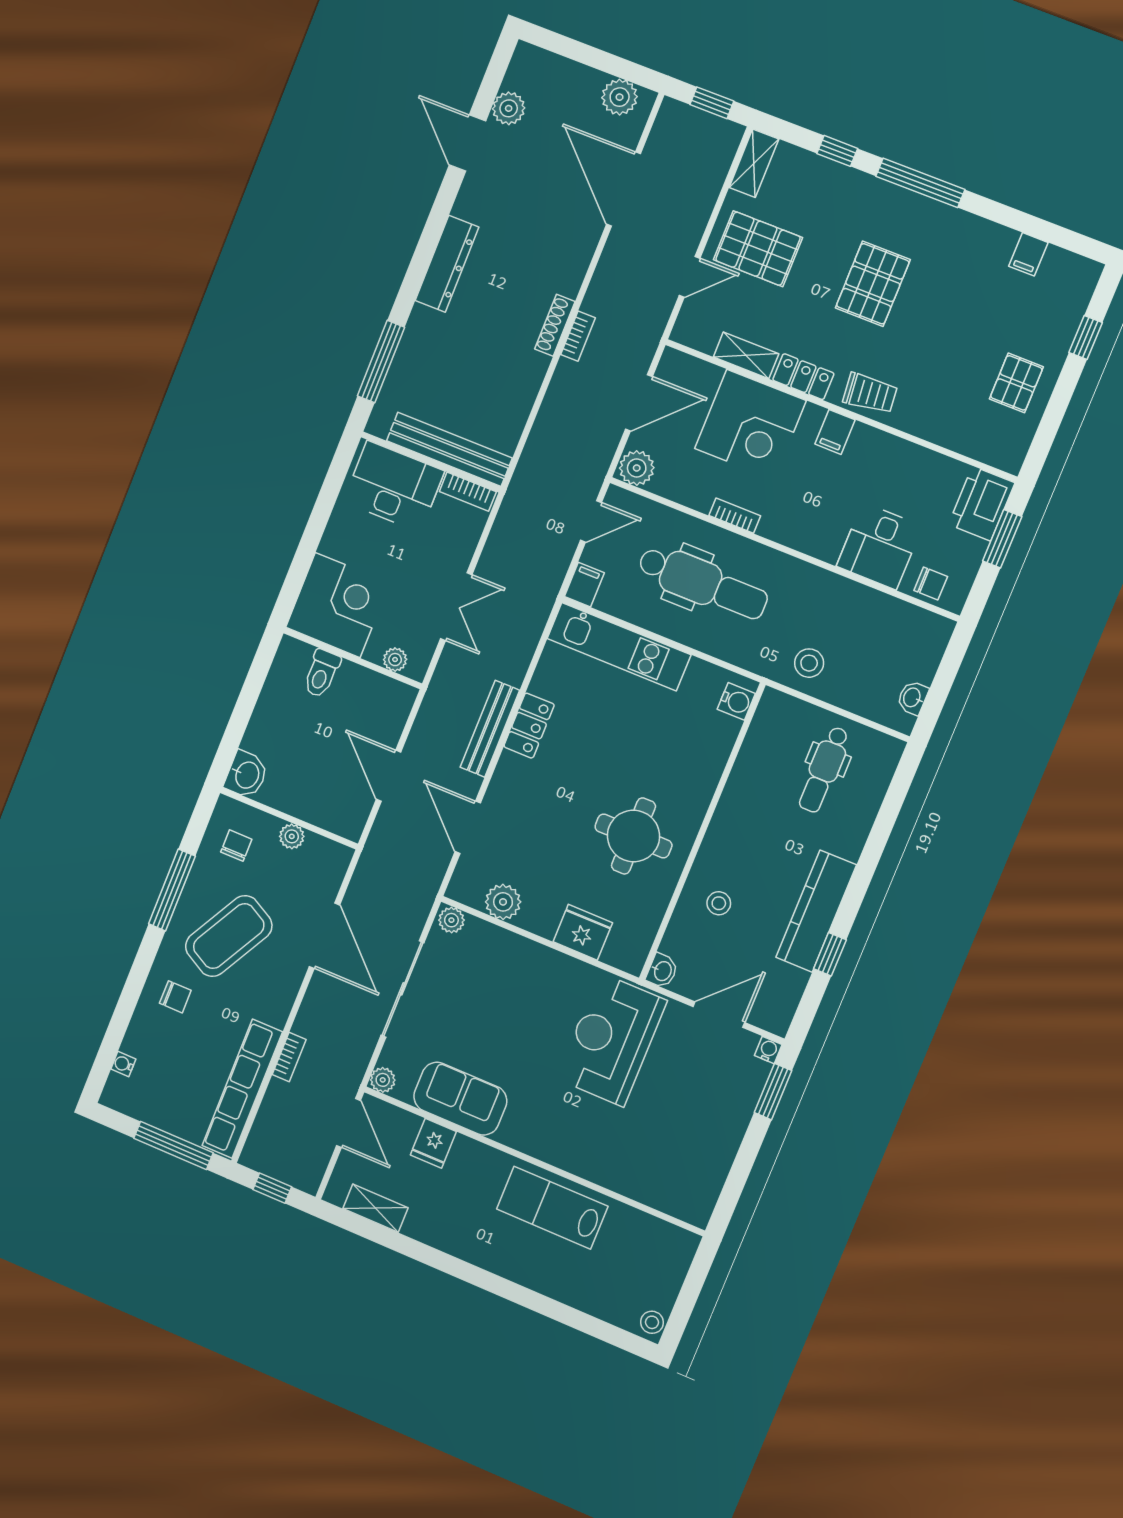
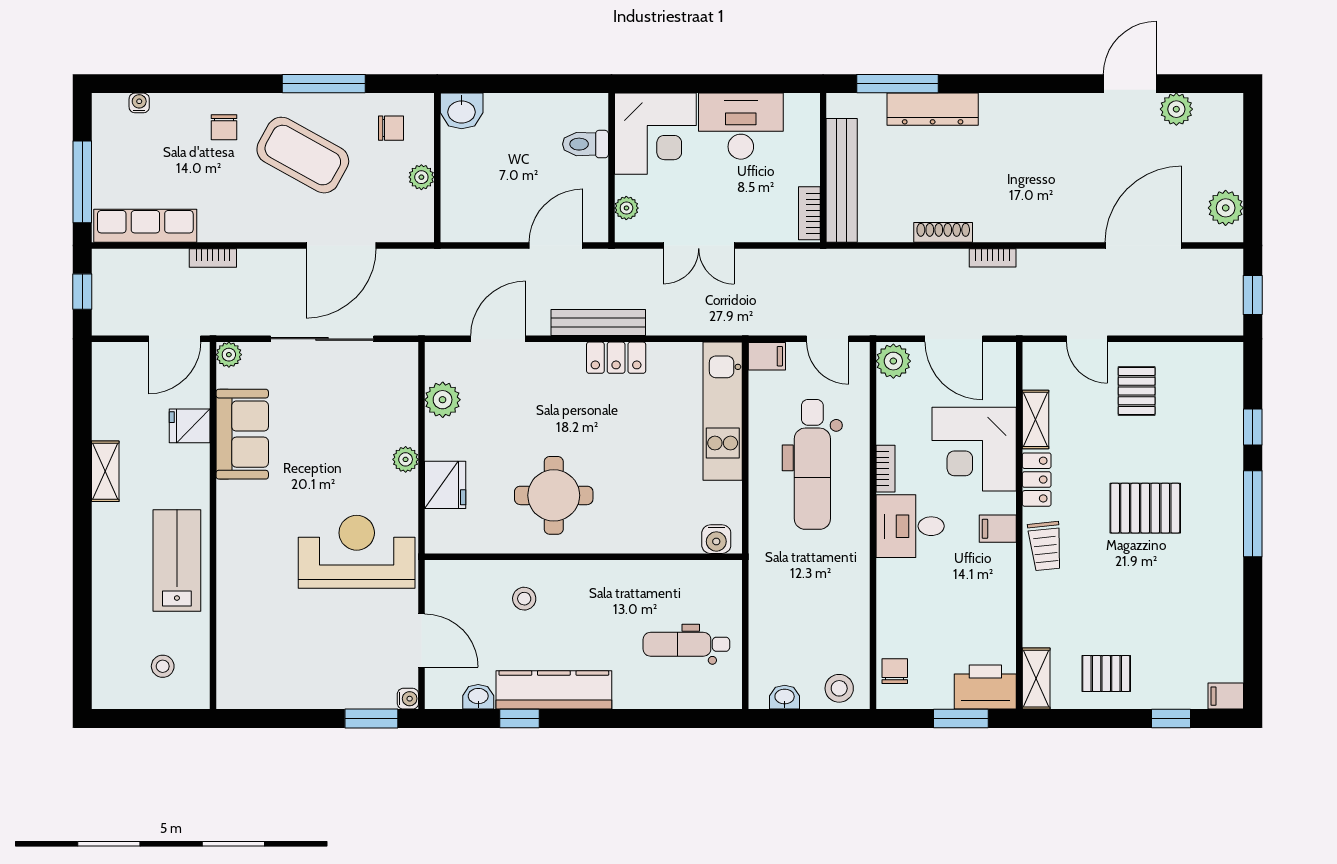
shelving: (754, 163) -> (1036, 679), moved, turned 90
pallet: (758, 249) -> (1137, 391), width x0.67, depth x0.71
filing cabinet: (1028, 254) -> (1226, 696), moved
dresser: (447, 264) -> (933, 109), moved
shoe rack: (555, 325) -> (943, 232), moved
desk: (394, 486) -> (741, 126), moved, turned -90
desk: (879, 546) -> (910, 526), moved
chair: (931, 584) -> (895, 671), turned 180
stool: (809, 663) -> (839, 688), moved
door: (388, 776) -> (556, 245), moved
plant: (451, 920) -> (406, 459), moved
washbasin: (662, 971) -> (478, 697), moved, turned 180
row of seats: (242, 1089) -> (145, 226), width x0.73
shelving: (376, 1208) -> (105, 471), moved
stool: (652, 1322) -> (163, 666), moved

